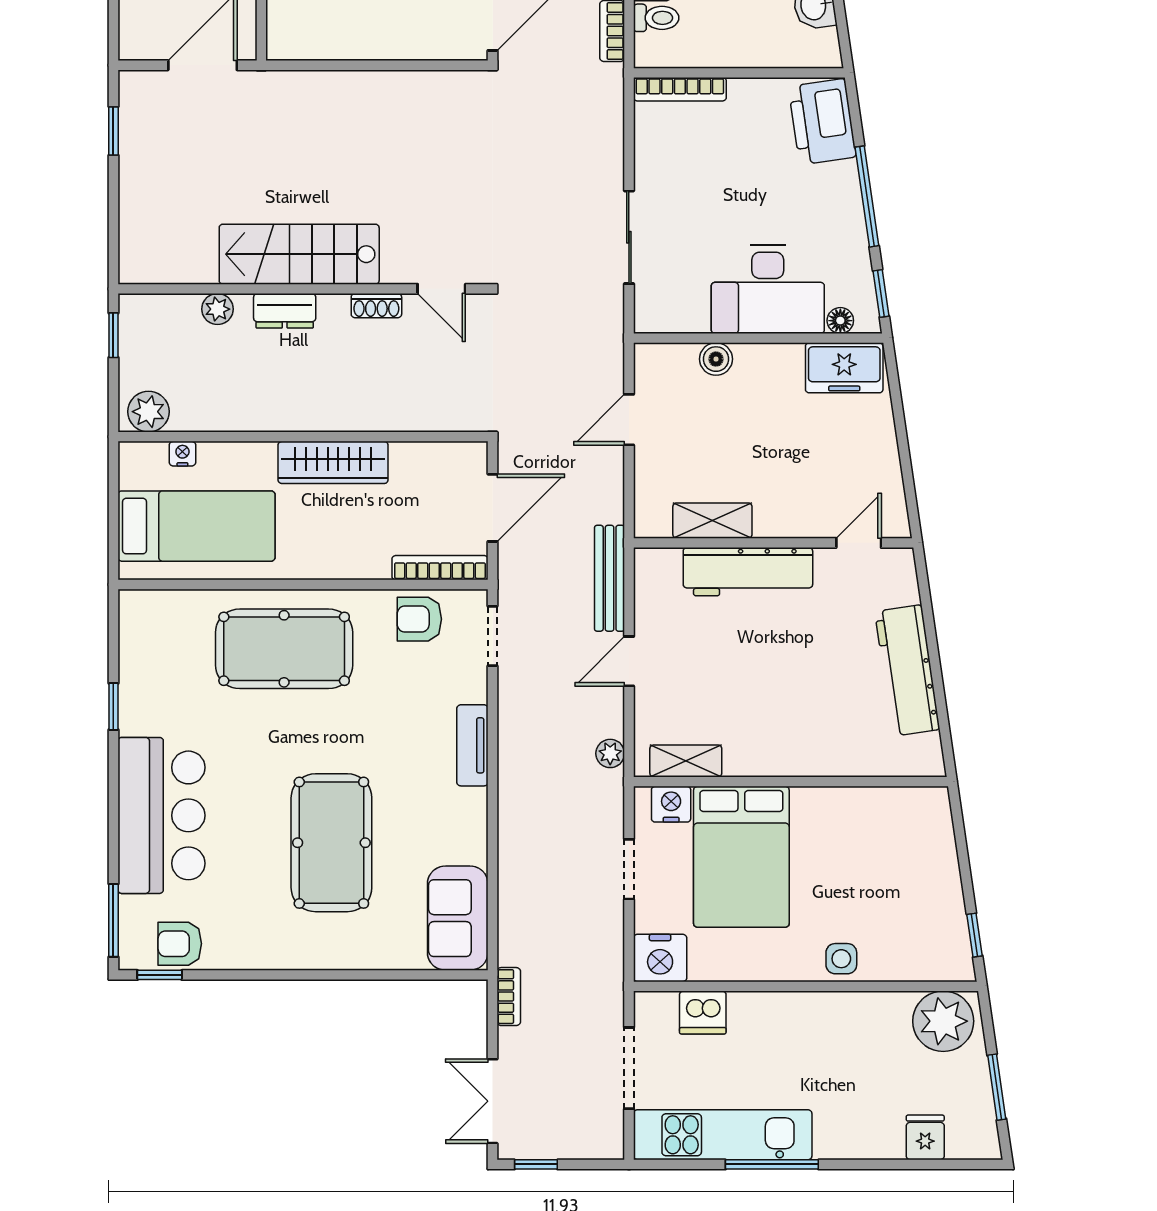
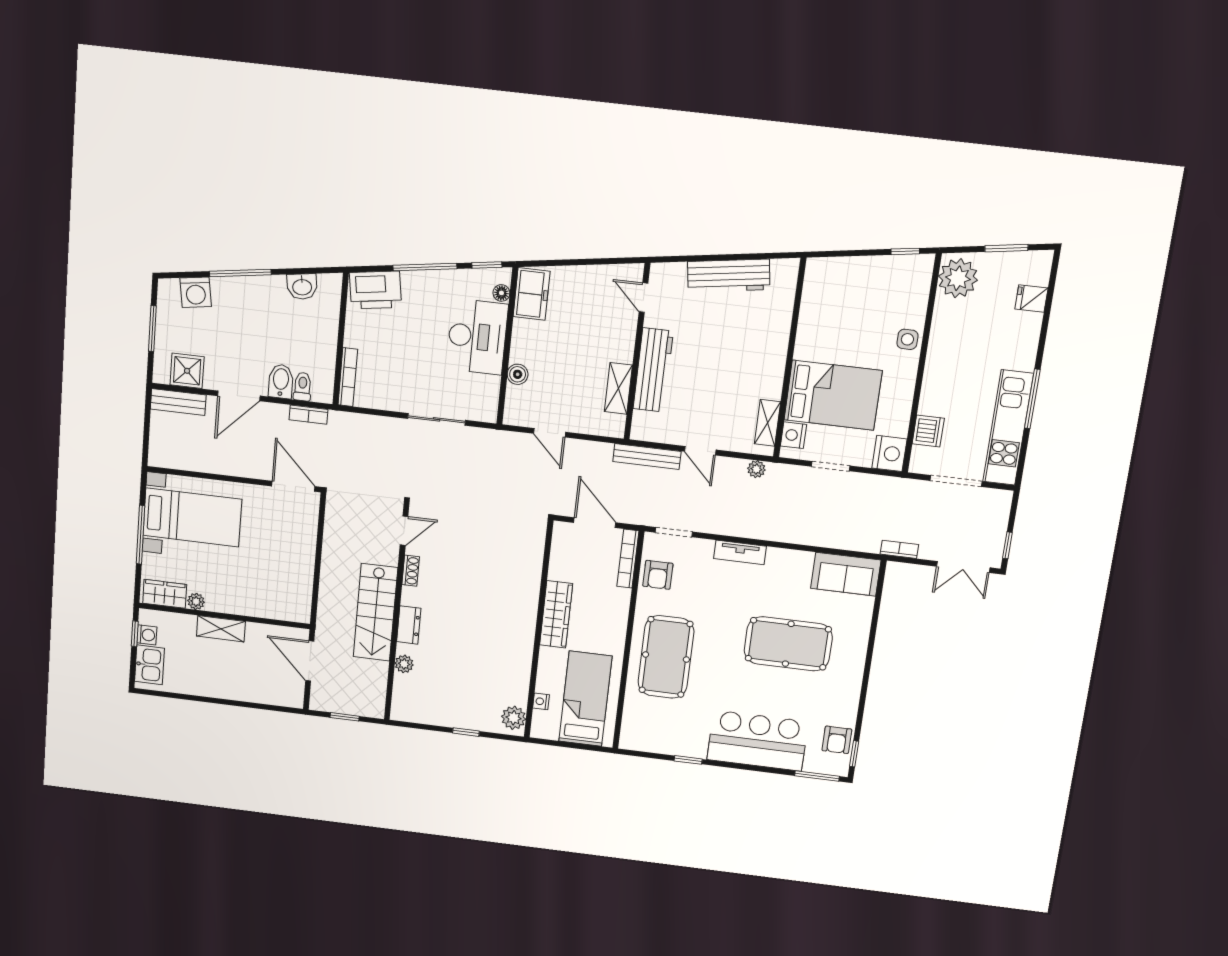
stairs: (299, 254) -> (375, 612), moved
wall: (303, 289) -> (397, 613), moved
door: (441, 289) -> (404, 531), moved
shoe rack: (376, 306) -> (411, 571), moved
plant: (217, 309) -> (404, 664), moved
dresser: (285, 311) -> (409, 625), moved

